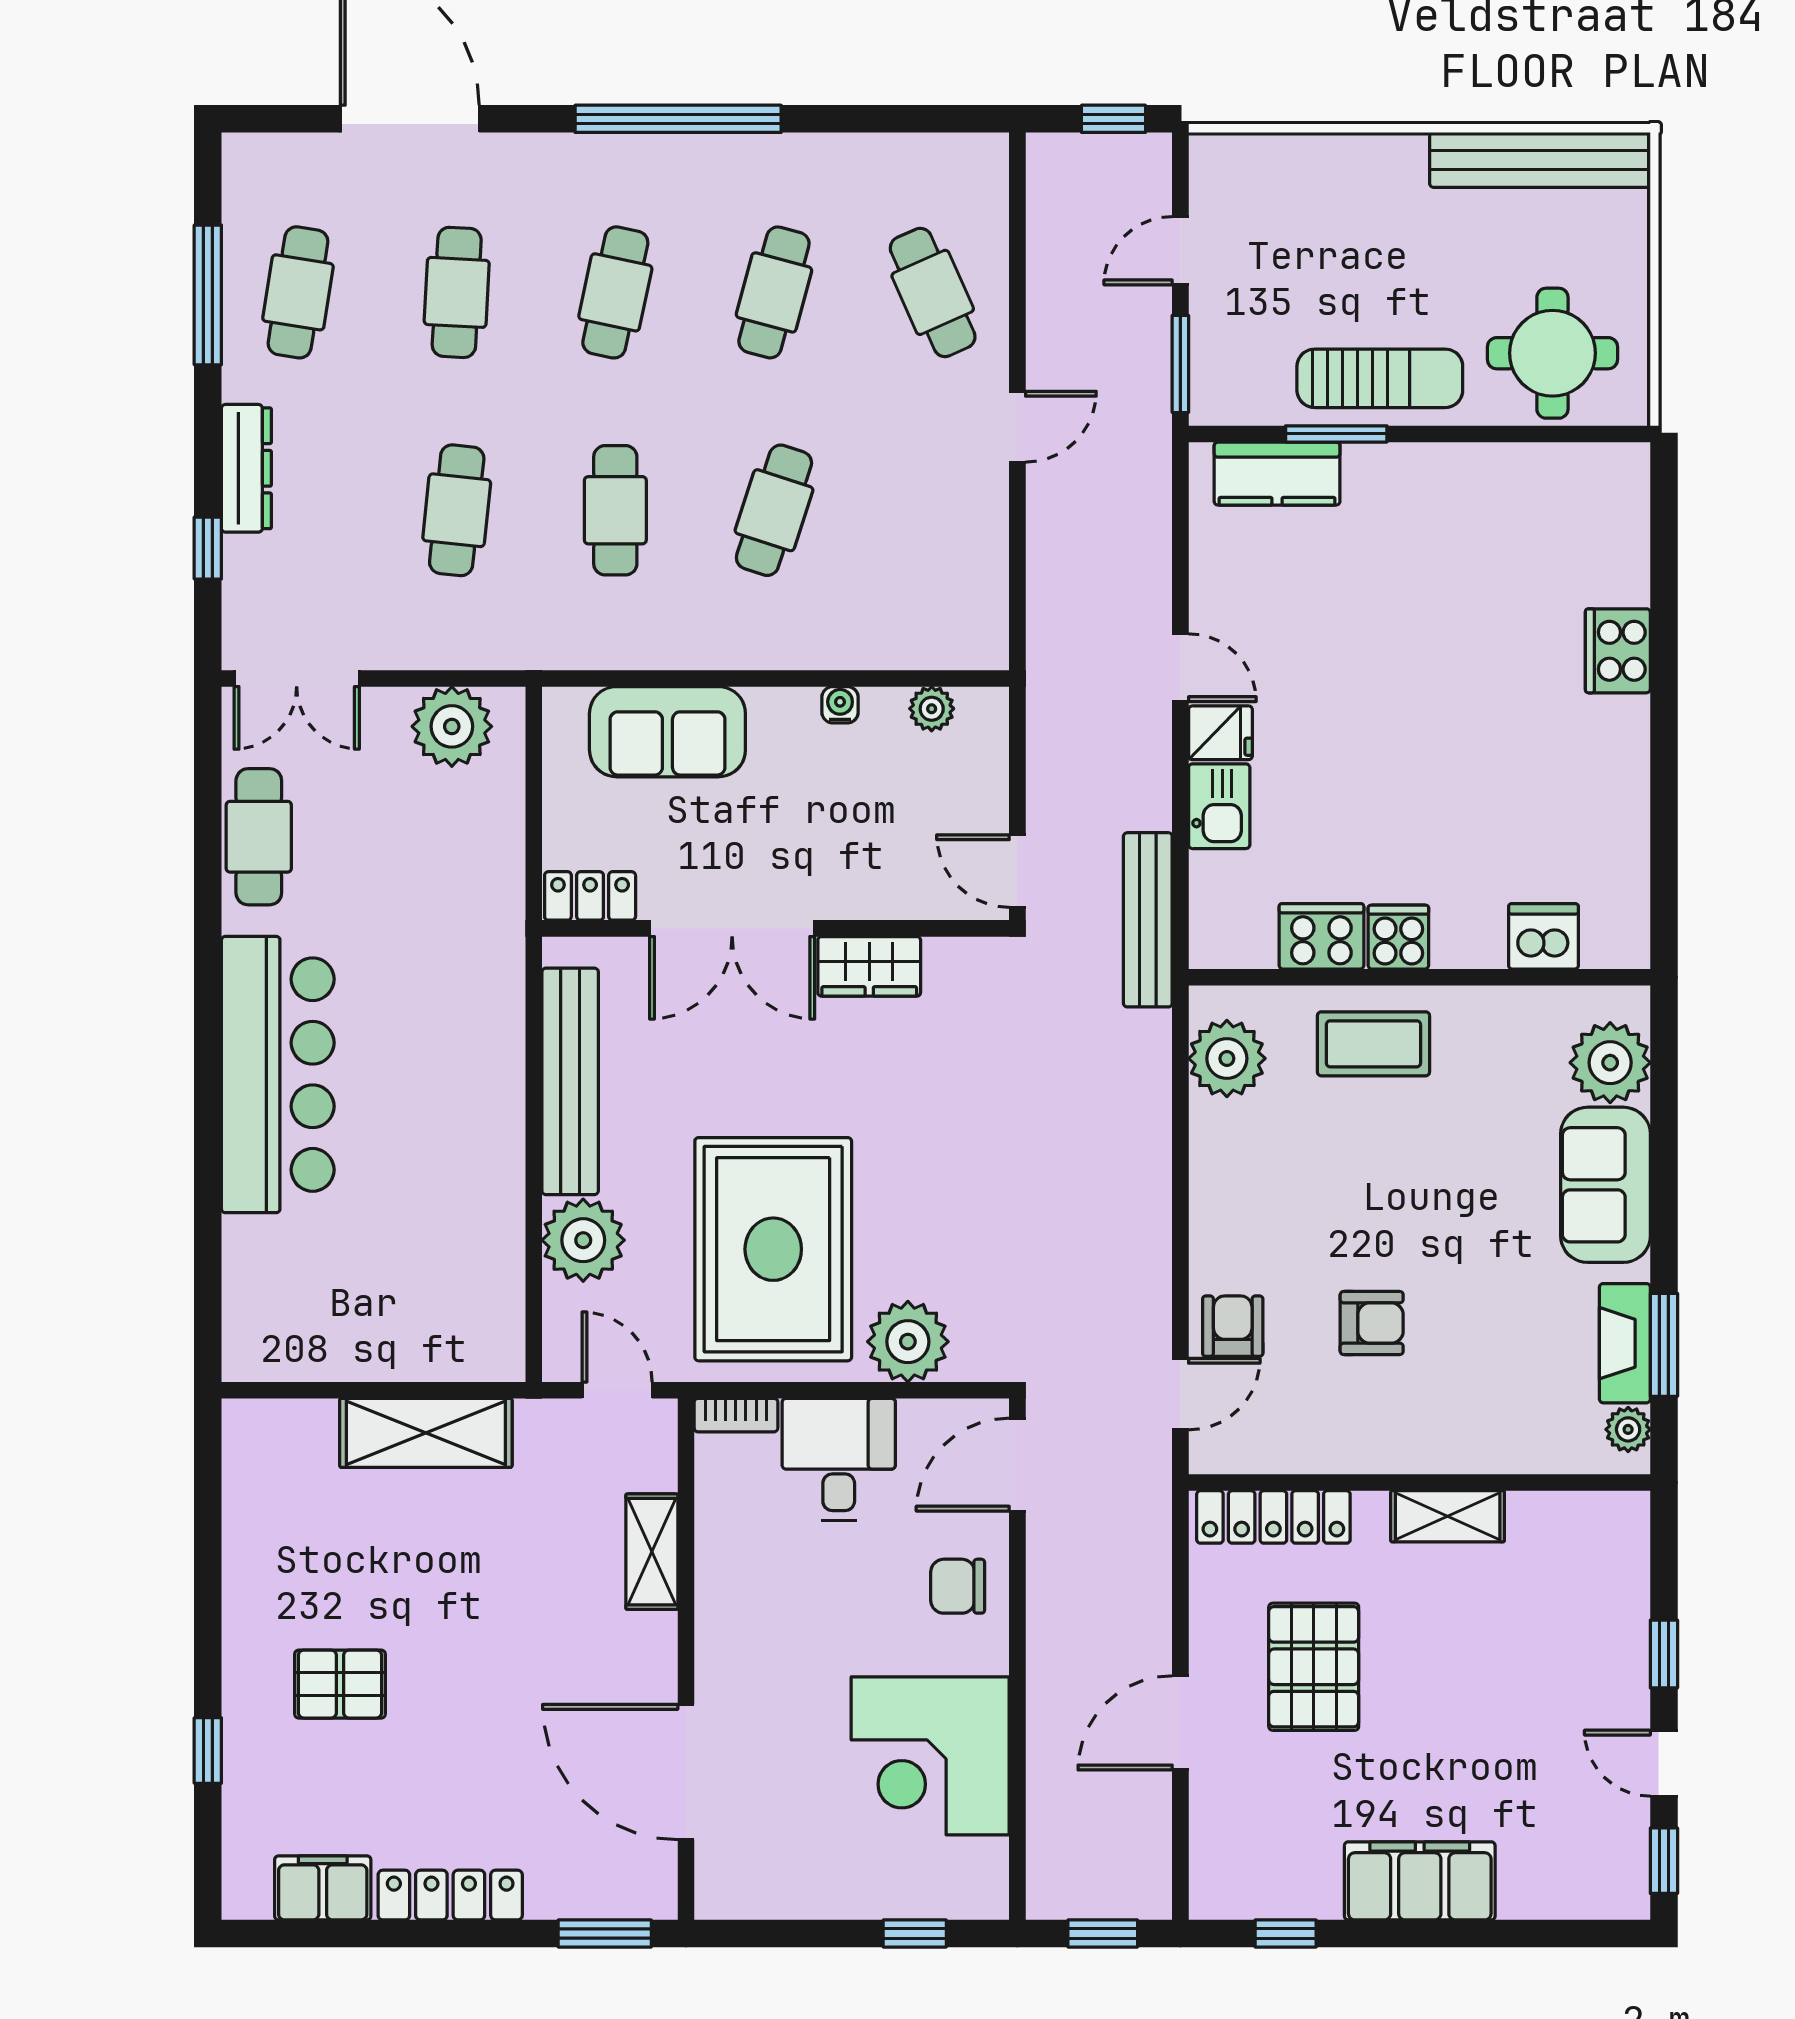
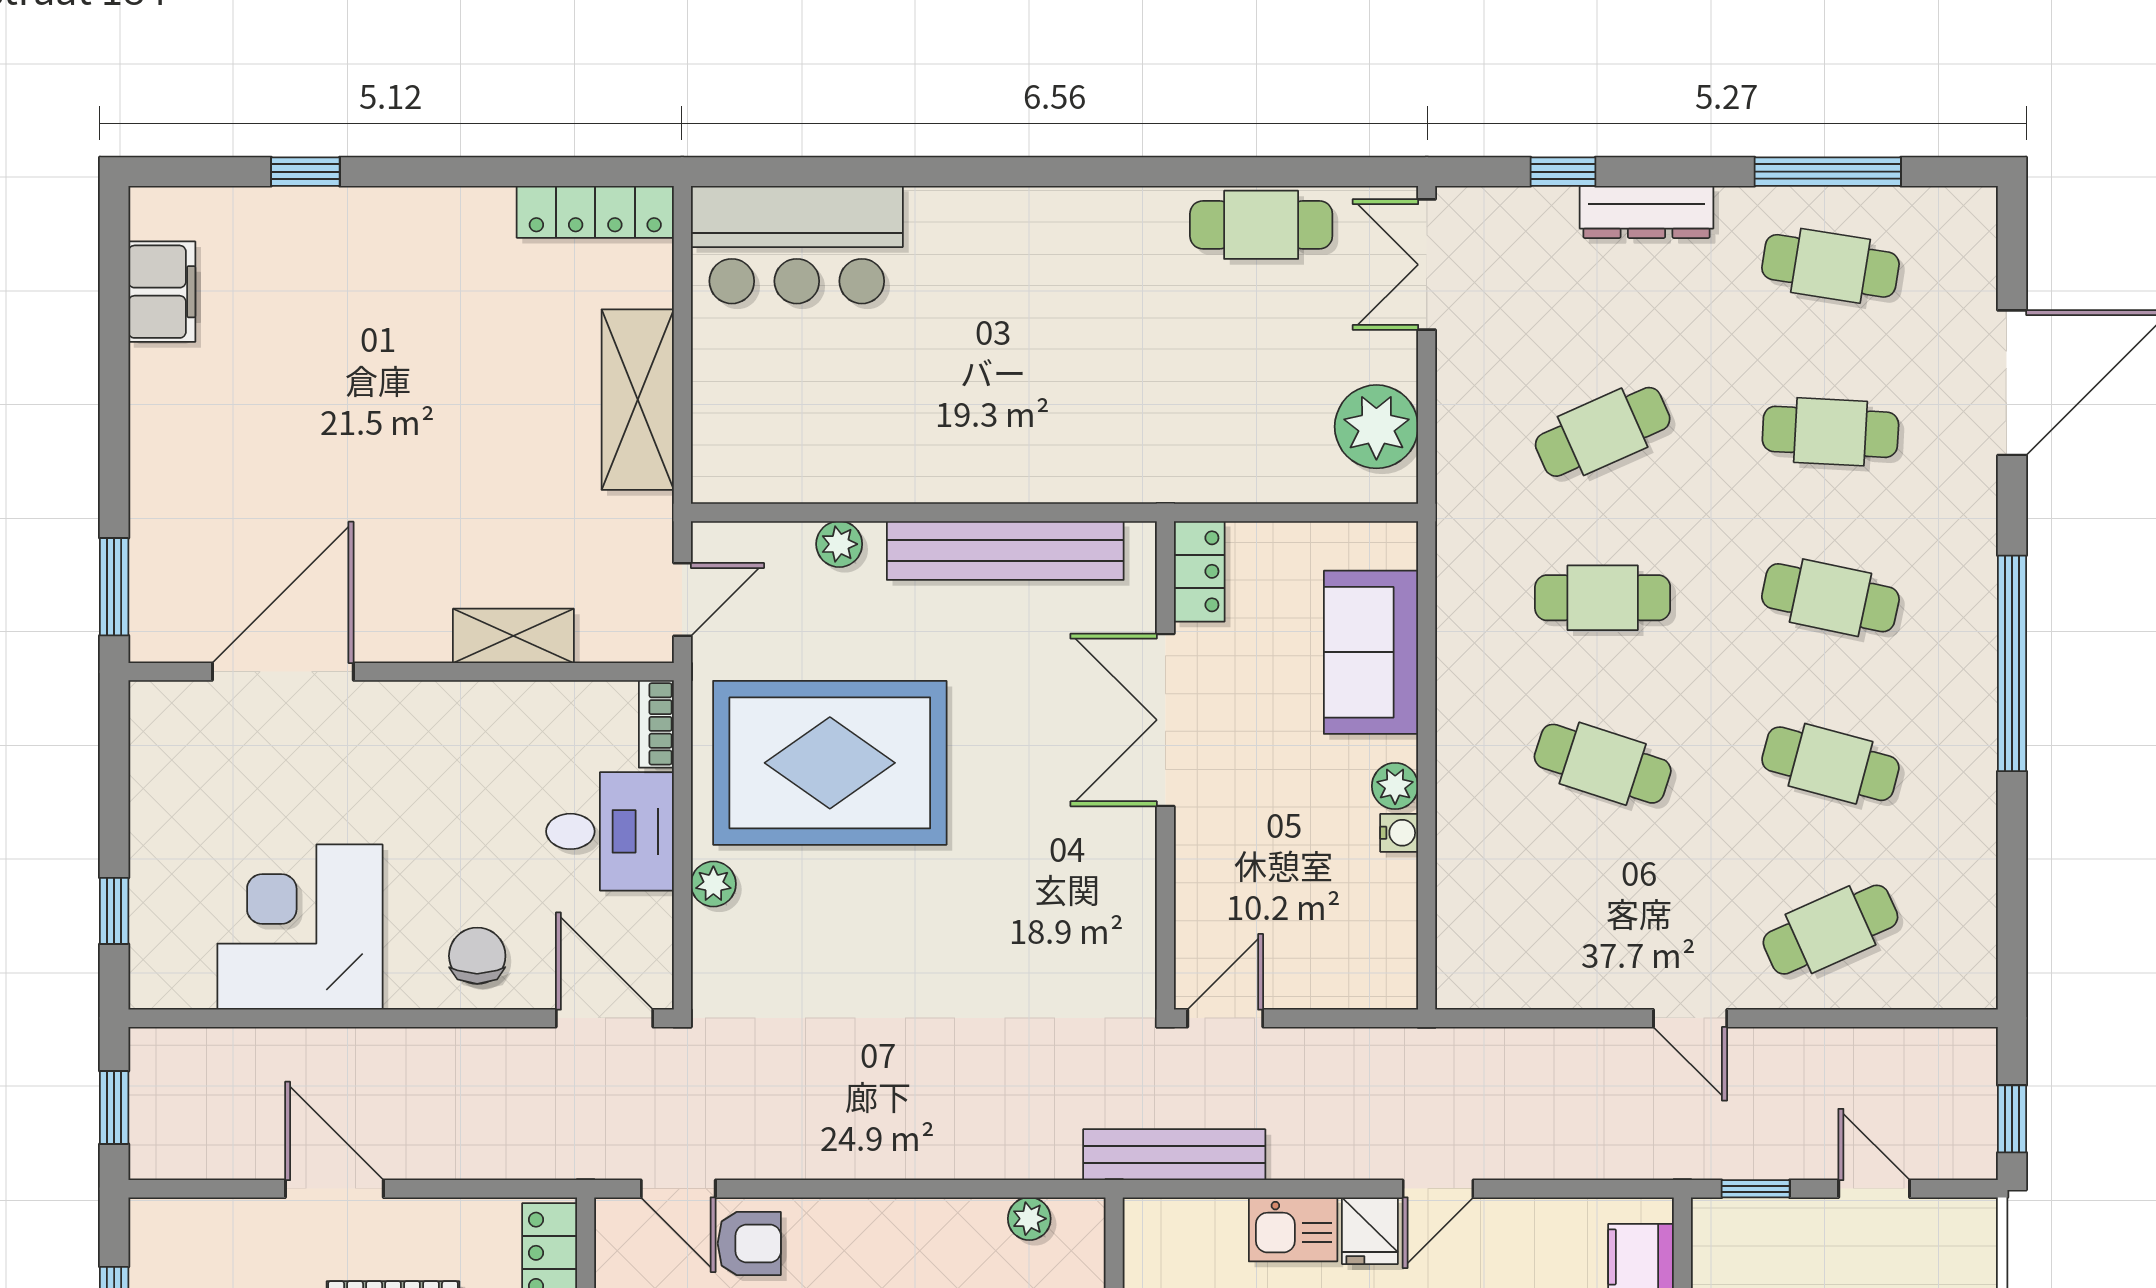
window: (1180, 364) -> (1756, 1189), width x0.67
cafe table: (457, 510) -> (1603, 432), turned -30
plant: (932, 709) -> (1395, 786), moved
wardrobe: (869, 966) -> (1126, 863), removed
plant: (1227, 1058) -> (1029, 1219), width x0.53, depth x0.53
bar counter: (278, 1075) -> (797, 245), moved, width x0.73
plant: (583, 1240) -> (839, 544), width x0.53, depth x0.53
plant: (908, 1342) -> (713, 884), width x0.53, depth x0.53
pallet: (340, 1684) -> (375, 310), removed
locker: (450, 1895) -> (595, 212), moved, turned 90

